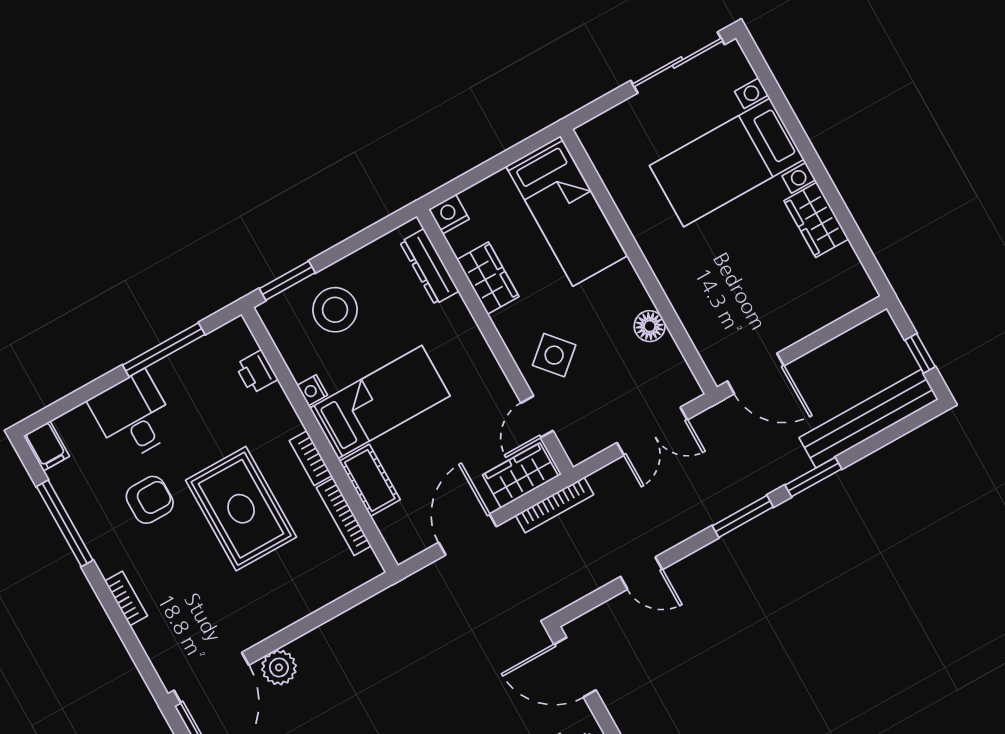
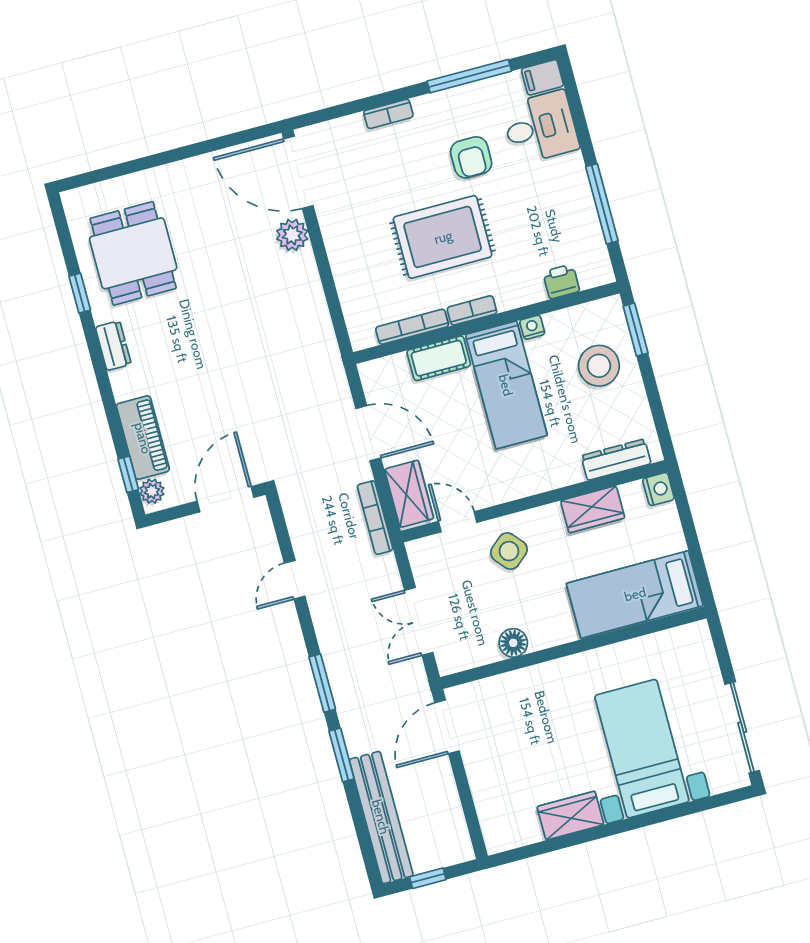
desk: (133, 416) -> (540, 127), moved

